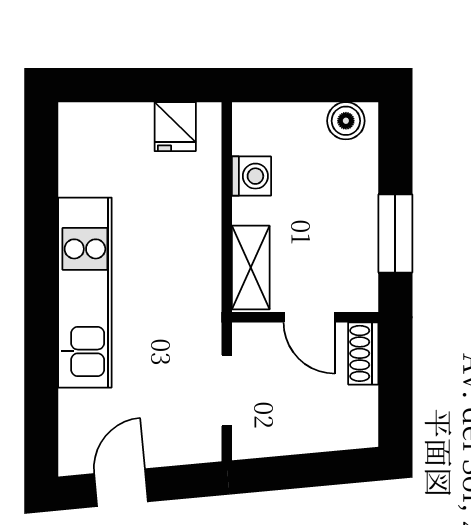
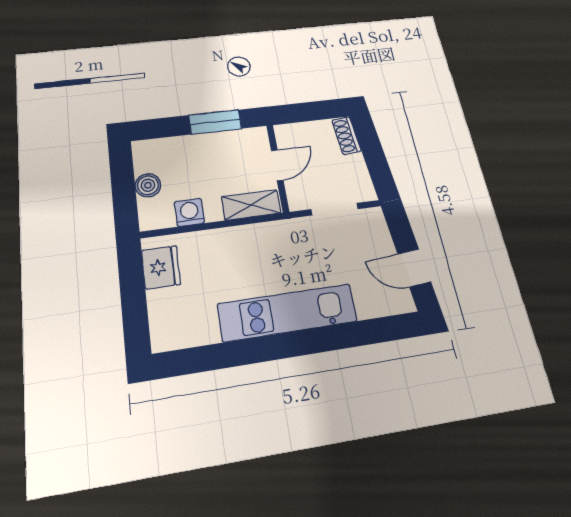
boiler: (346, 121) -> (148, 185), moved
fridge: (175, 127) -> (161, 267), width x1.38
shoe rack: (363, 353) -> (346, 136), moved, turned 85

